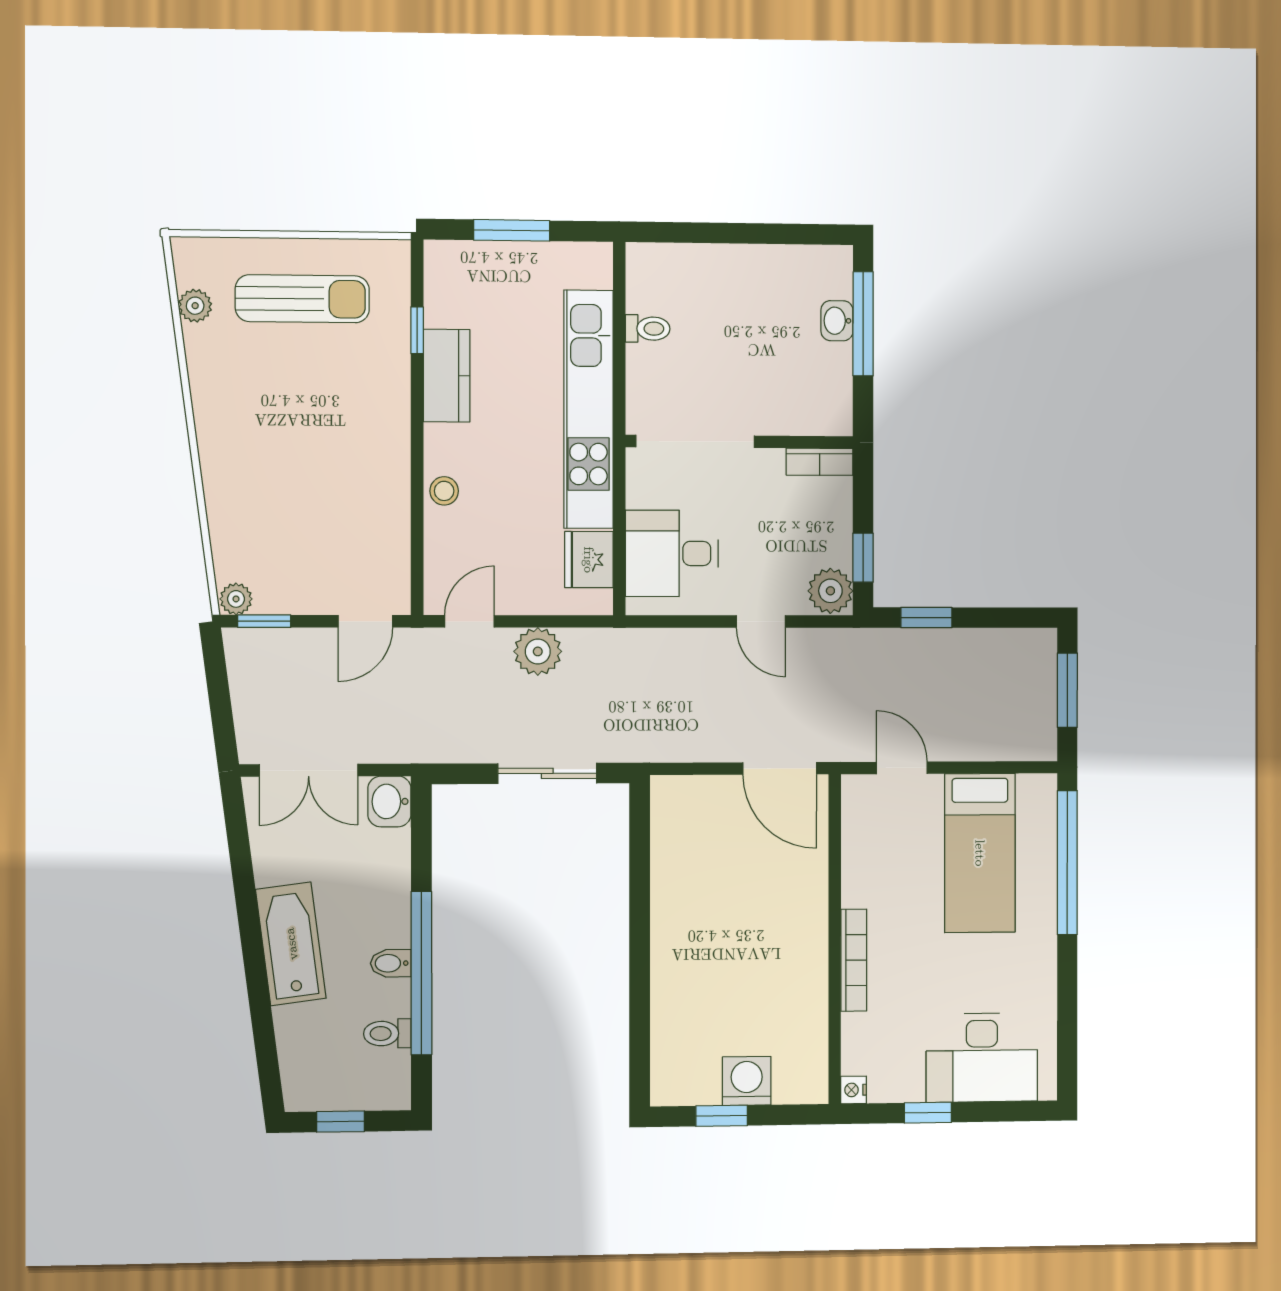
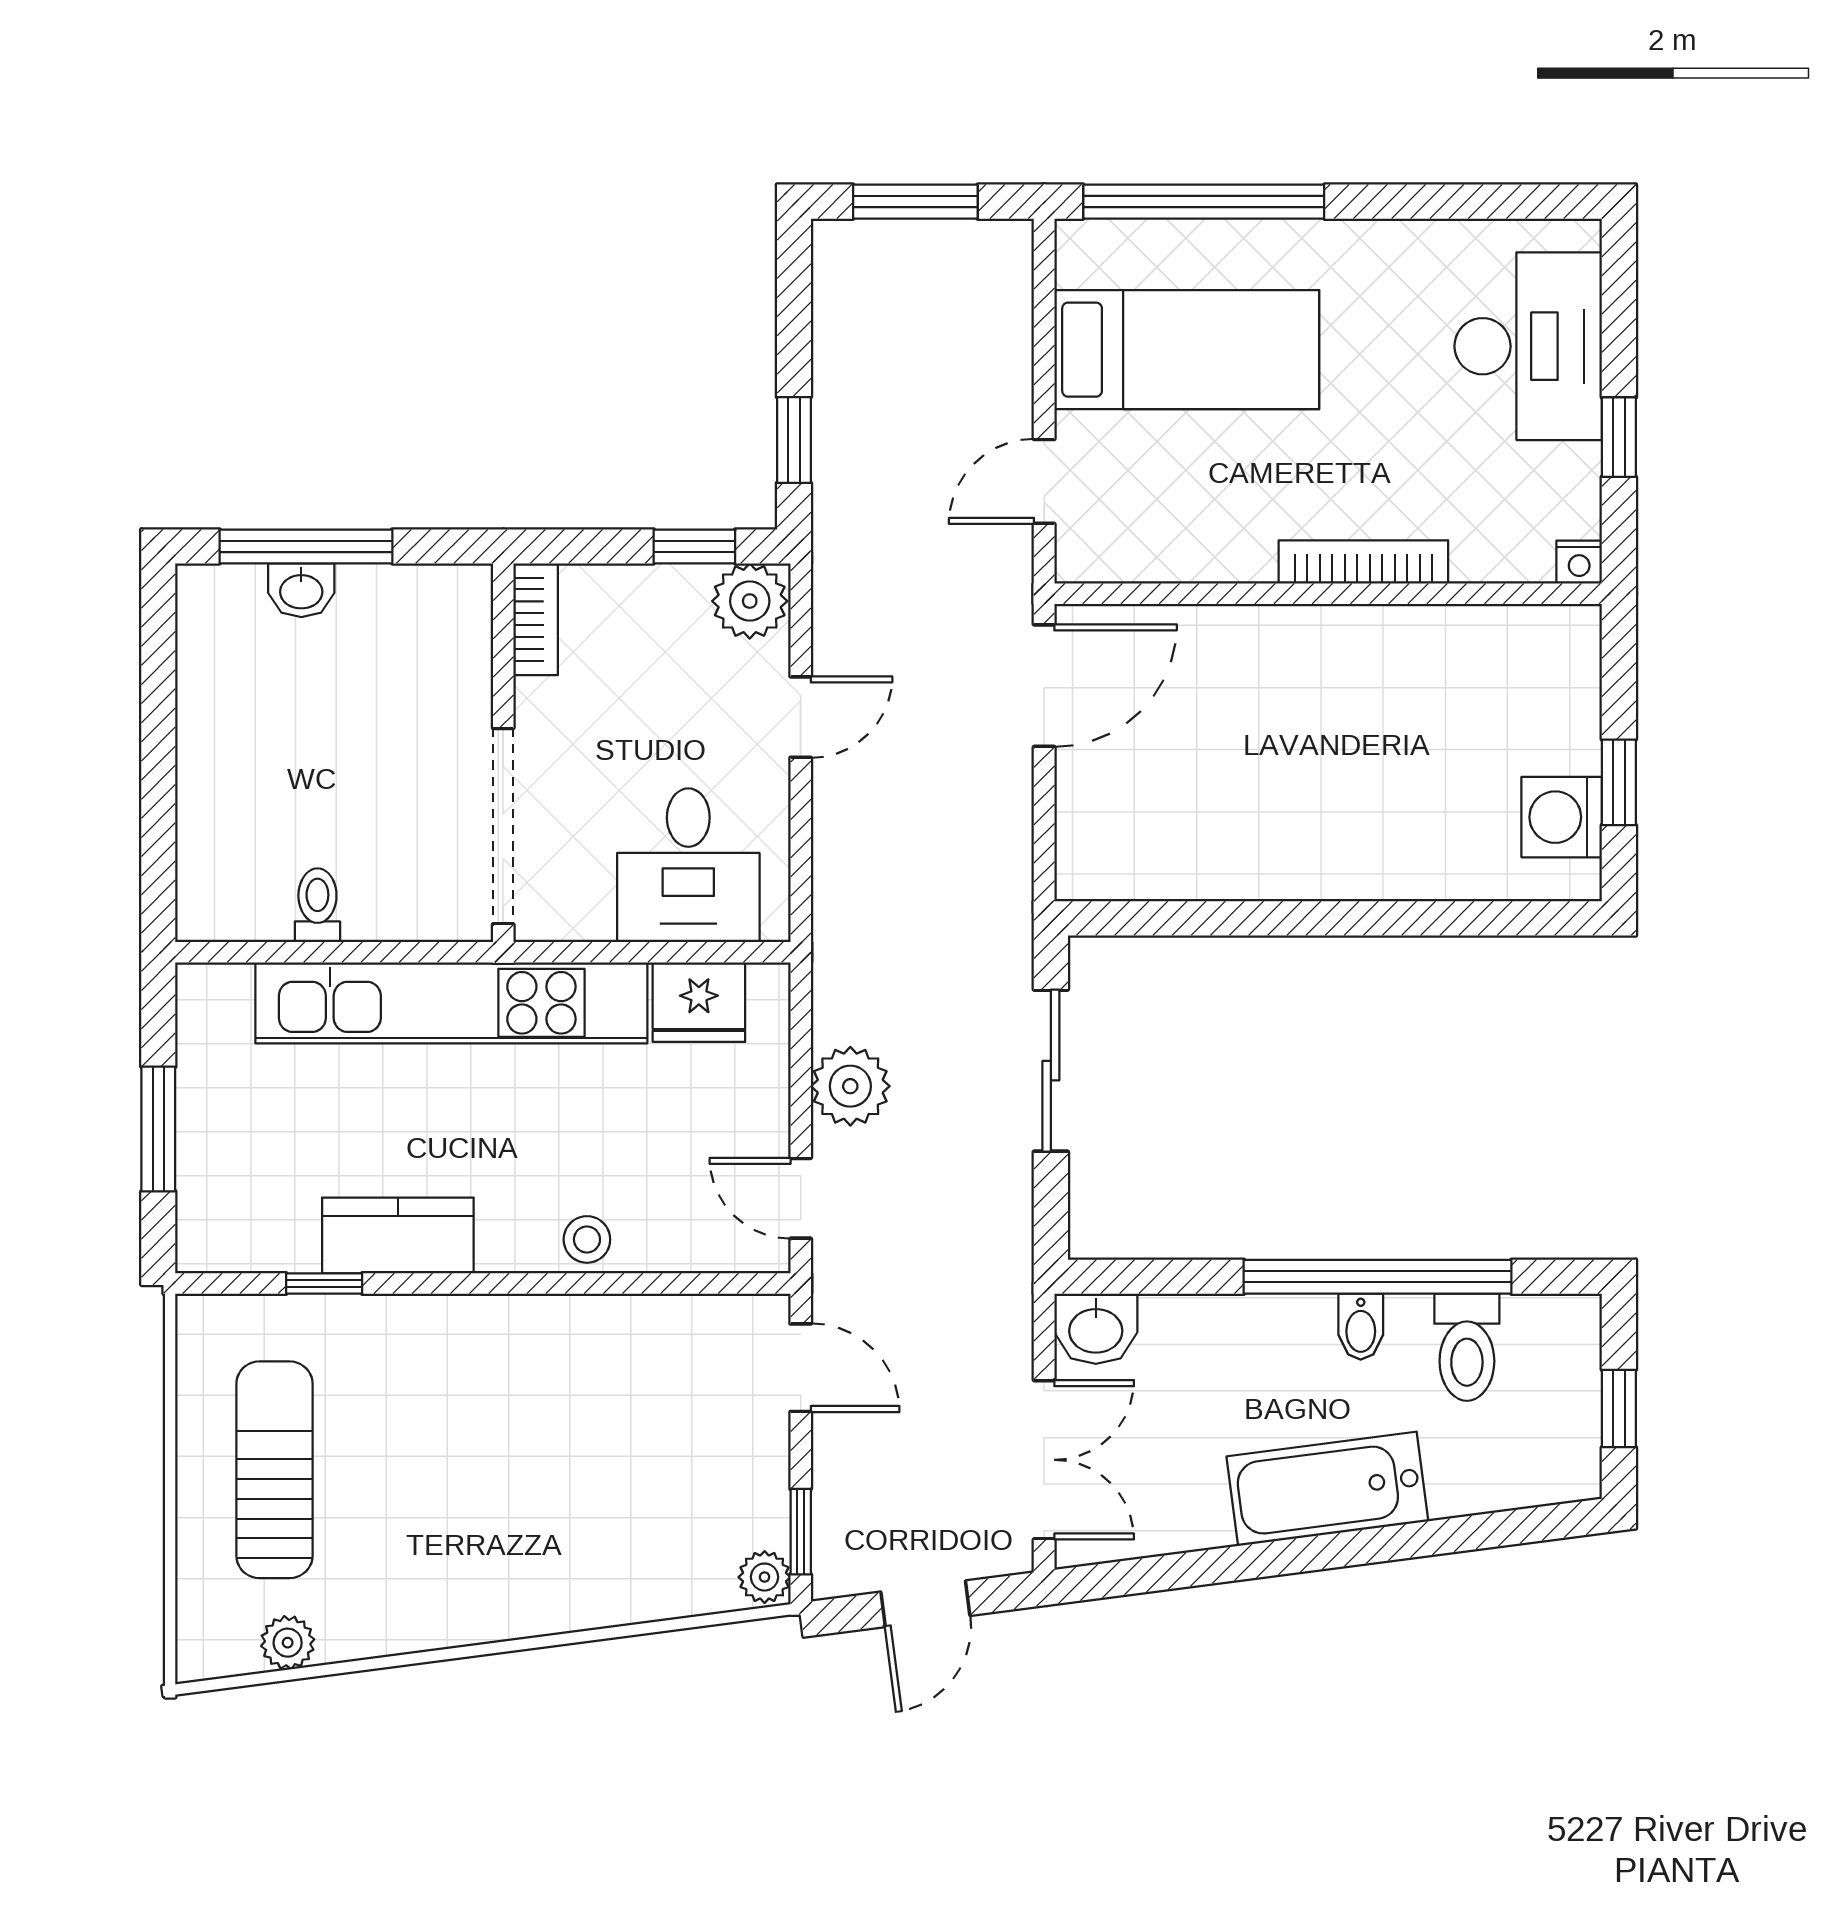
door: (219, 698) -> (925, 1604), added
toilet: (387, 1033) -> (1467, 1347), width x1.37, depth x1.39
washing machine: (747, 1081) -> (1562, 817), moved

